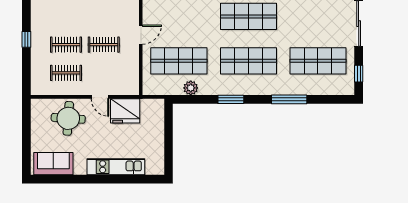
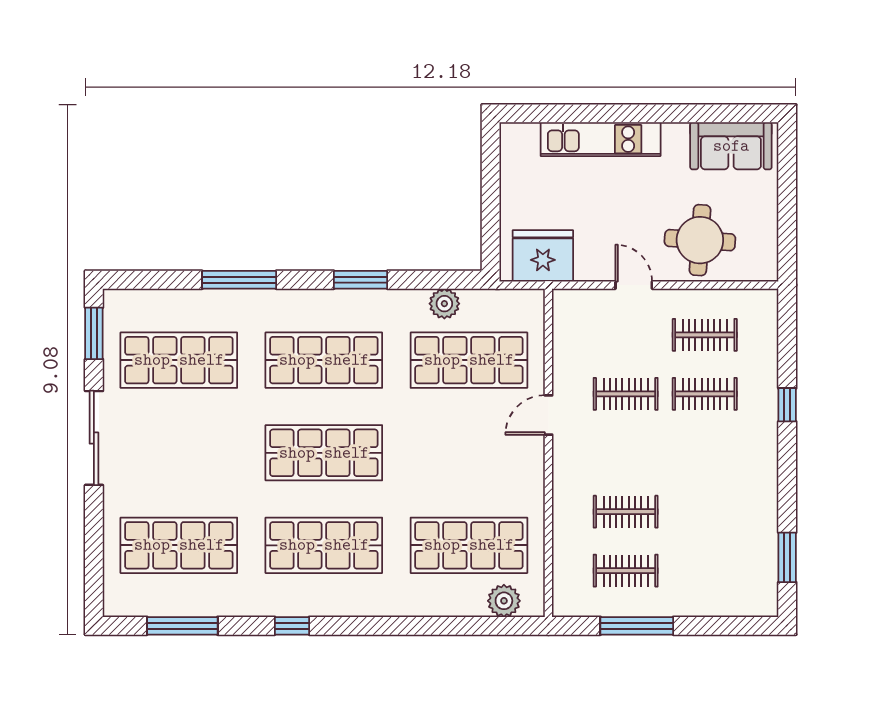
window: (359, 74) -> (94, 333), width x1.50
fridge: (125, 111) -> (543, 256), moved

